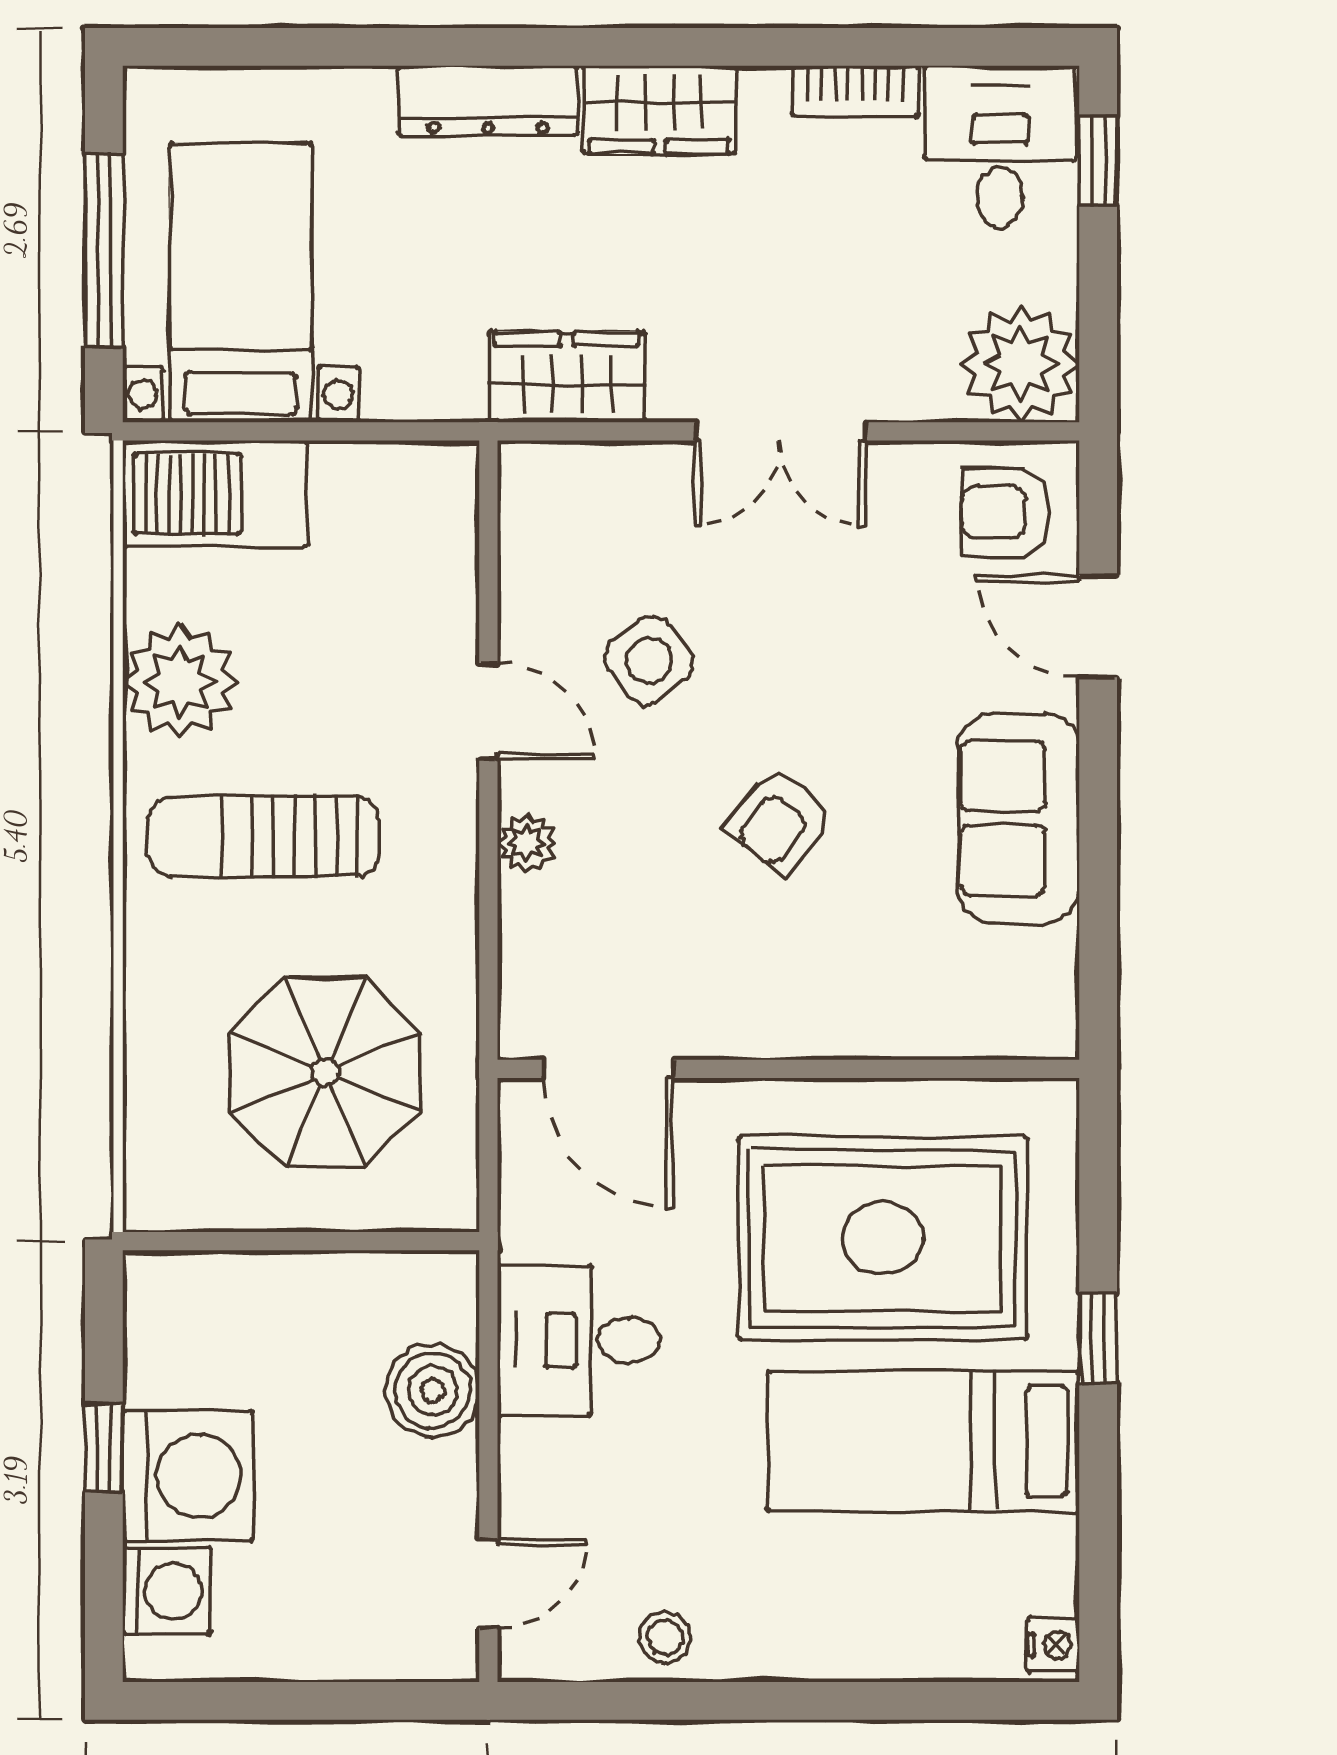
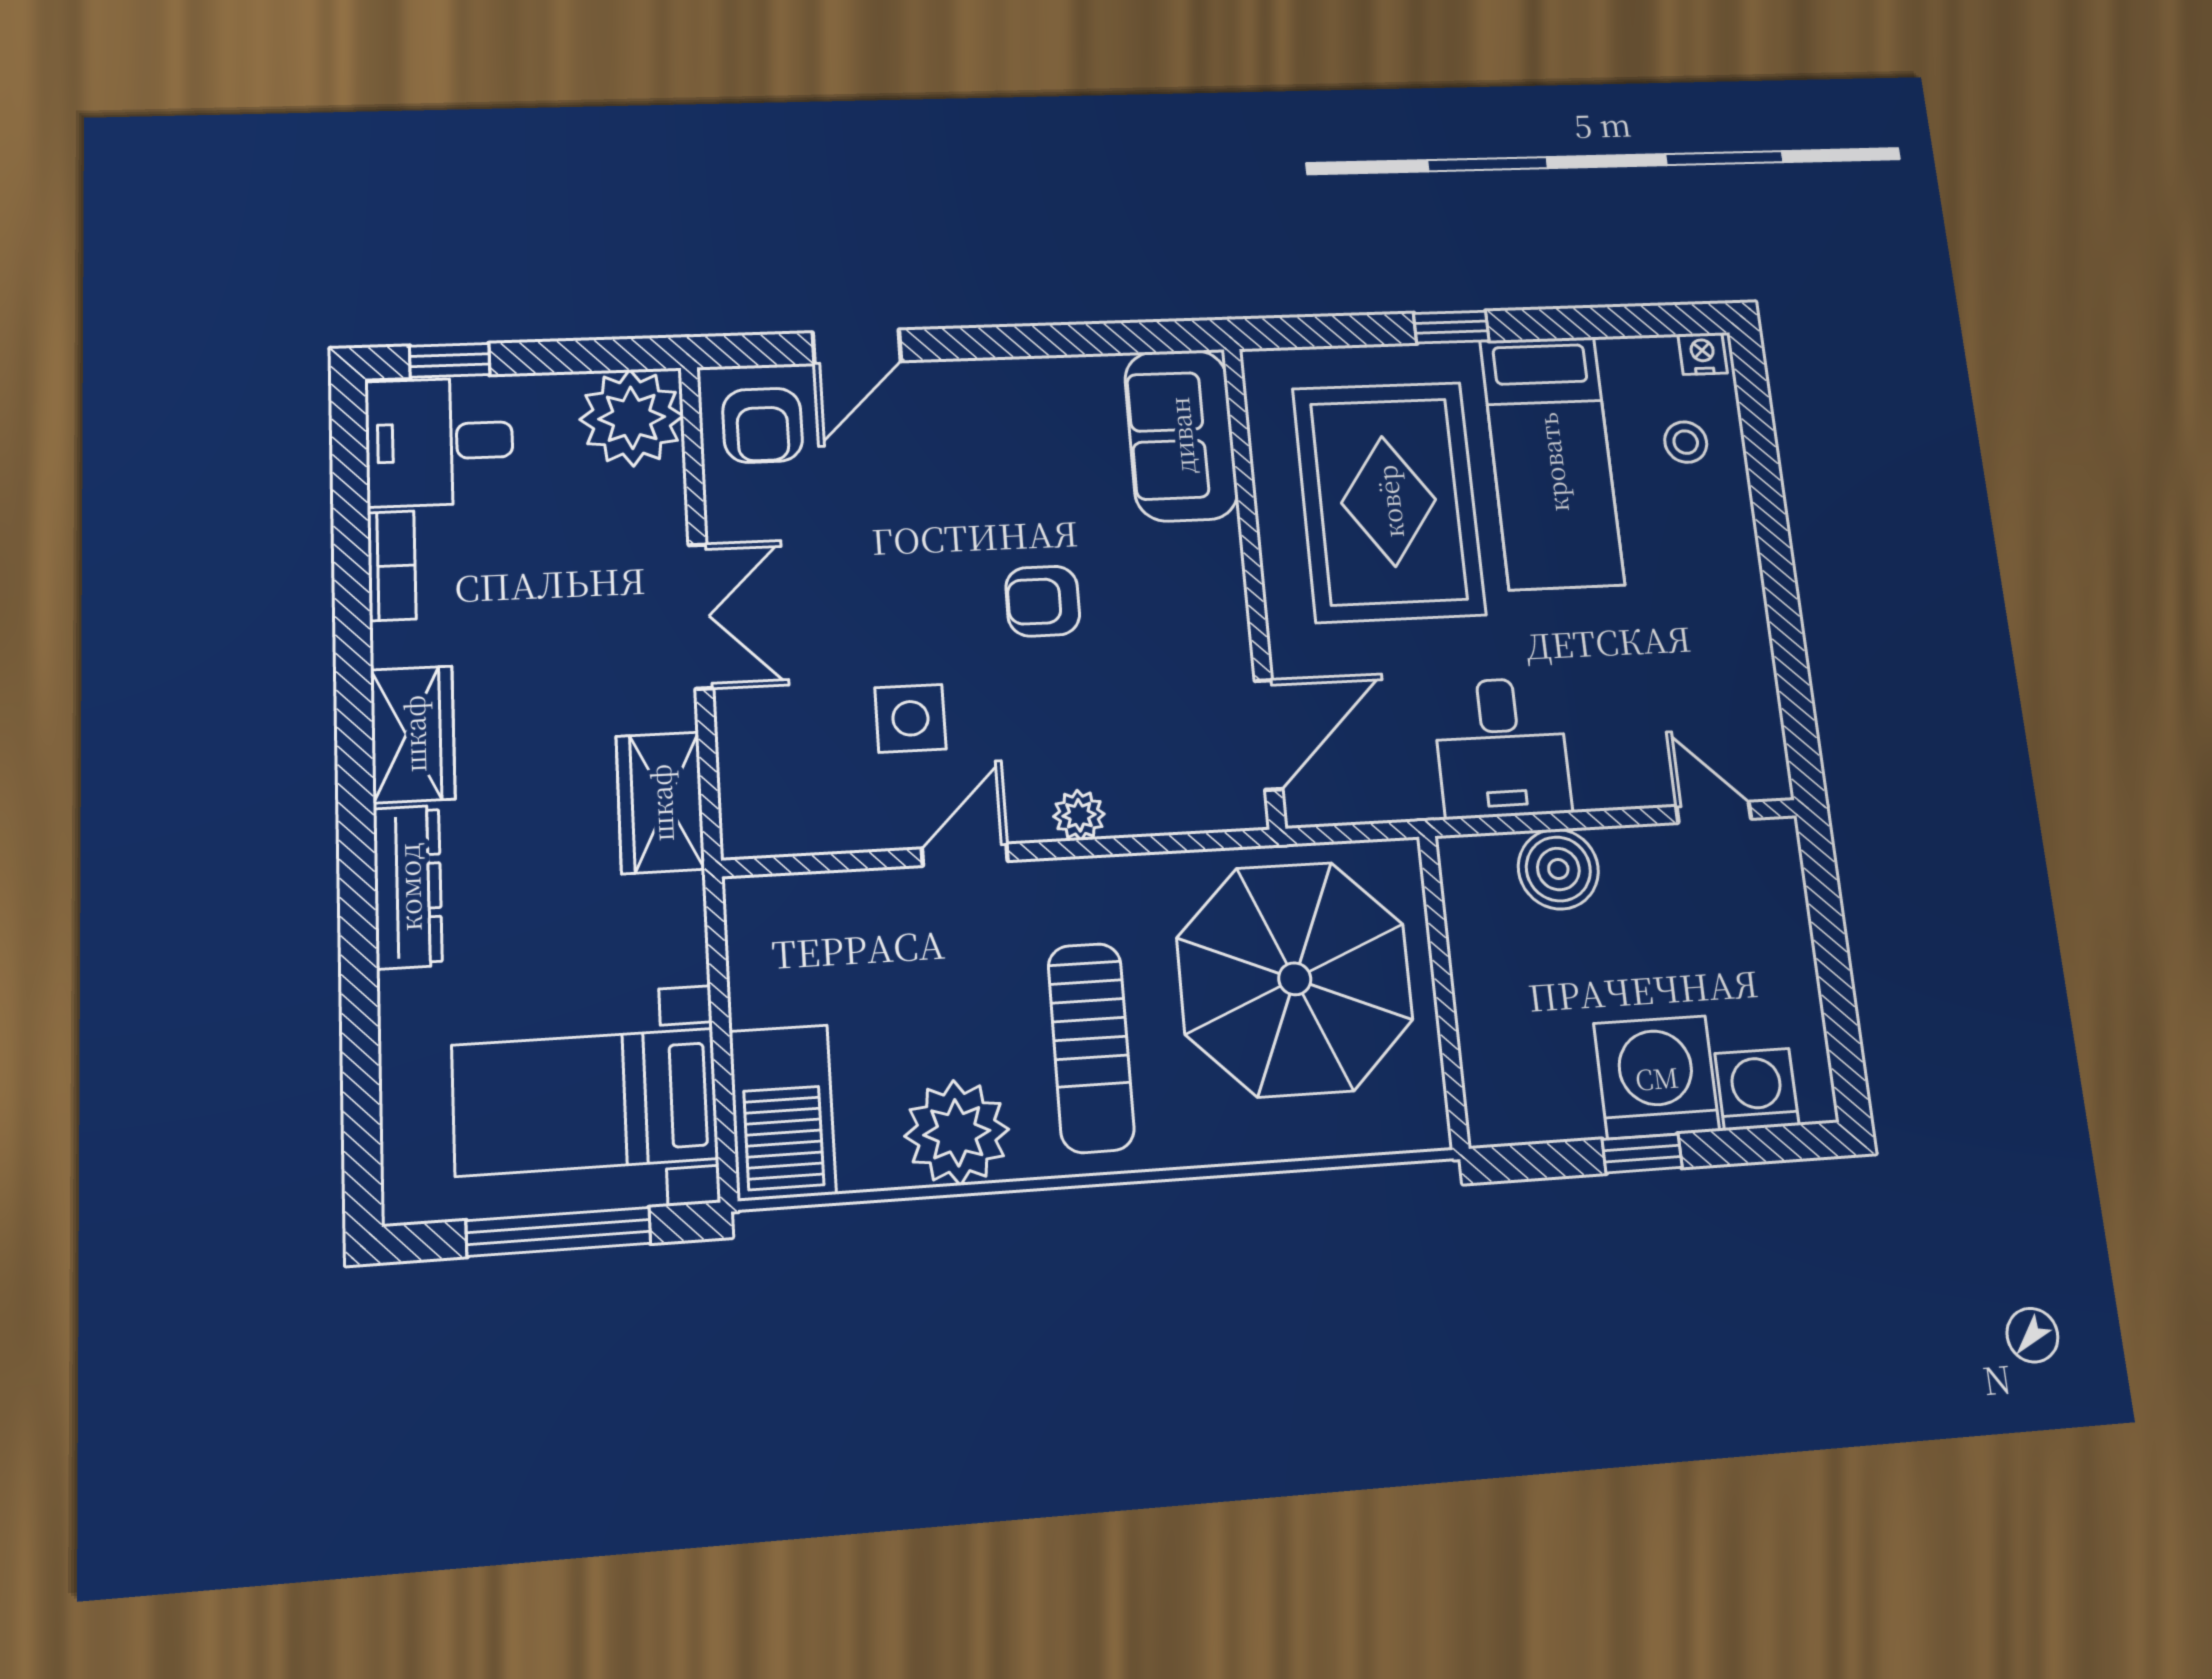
side table: (649, 660) -> (910, 718), turned 38
sofa: (1019, 818) -> (1181, 435), moved, turned 90
armchair: (780, 821) -> (1043, 601), turned 142
parasol: (325, 1072) -> (1295, 979), width x1.36, depth x1.36
stool: (665, 1637) -> (1686, 442), moved

